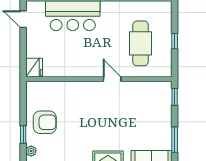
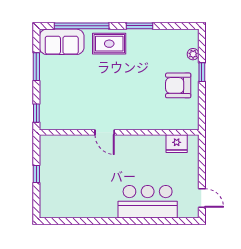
cafe table: (141, 43) -> (74, 172), removed
fridge: (34, 68) -> (177, 144), moved, turned -90

